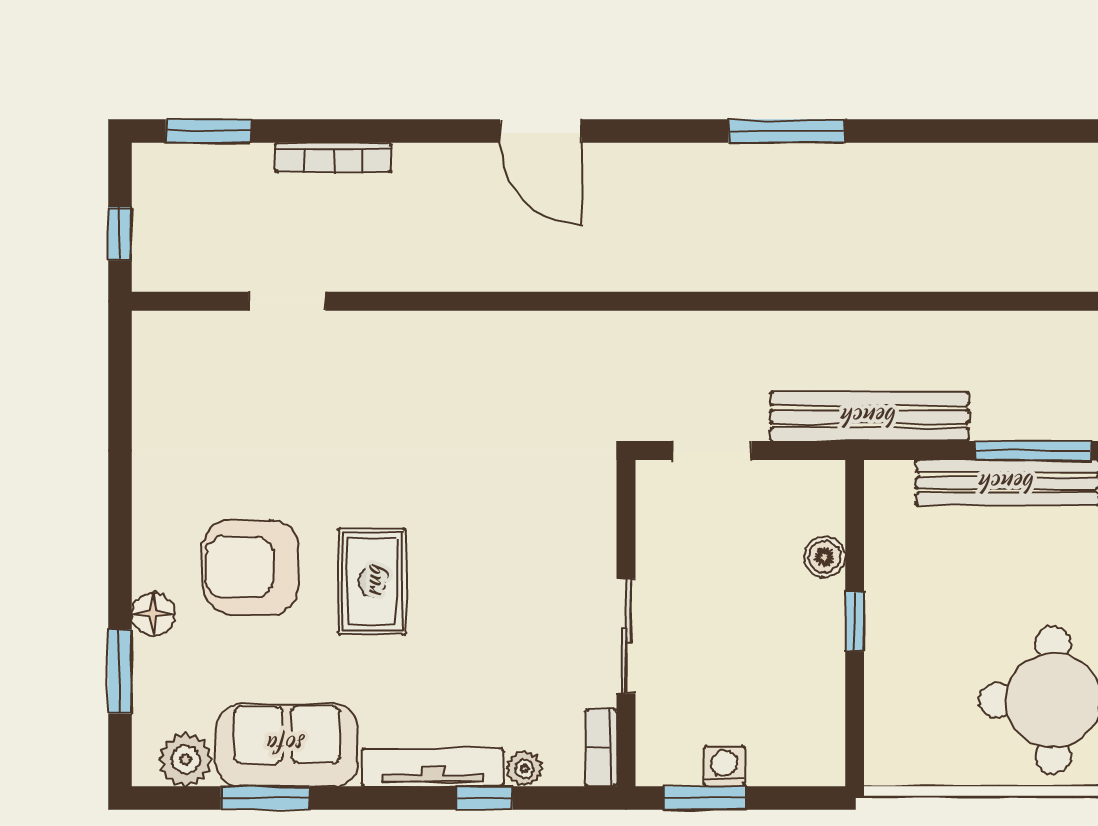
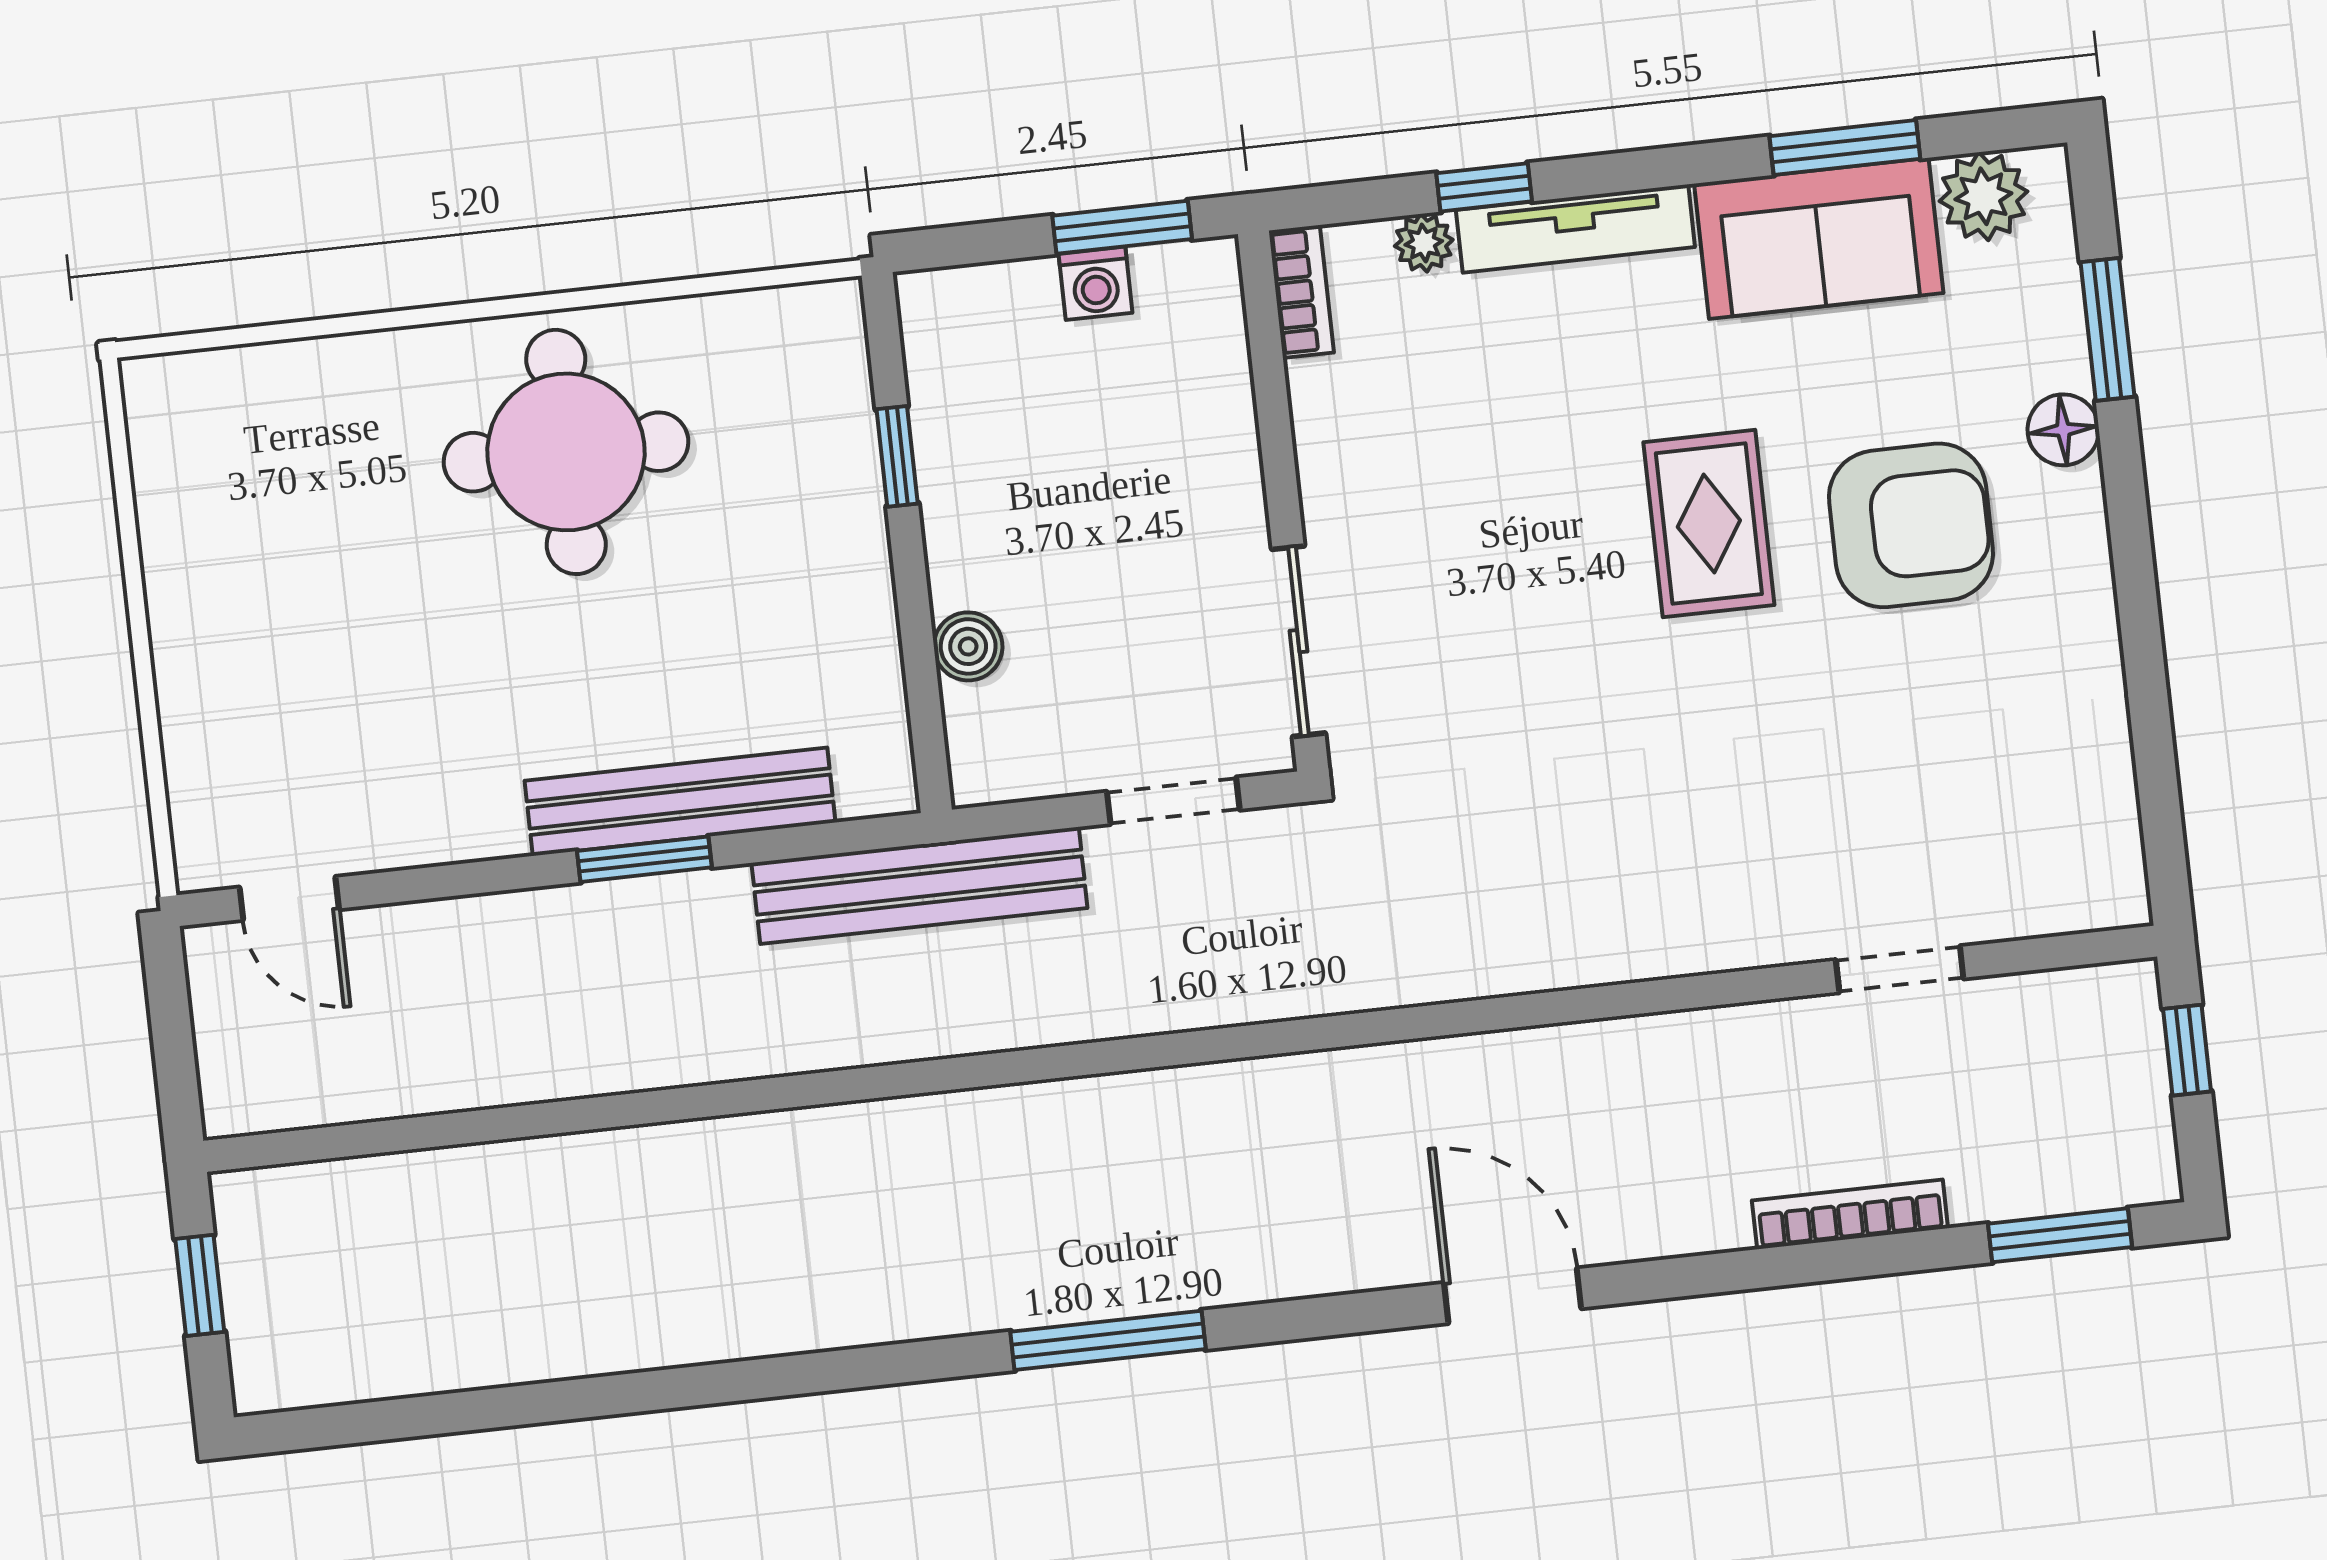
window: (1033, 451) -> (644, 859), width x0.69
window: (855, 622) -> (897, 456), moved
sliding door: (626, 636) -> (1298, 641), moved

